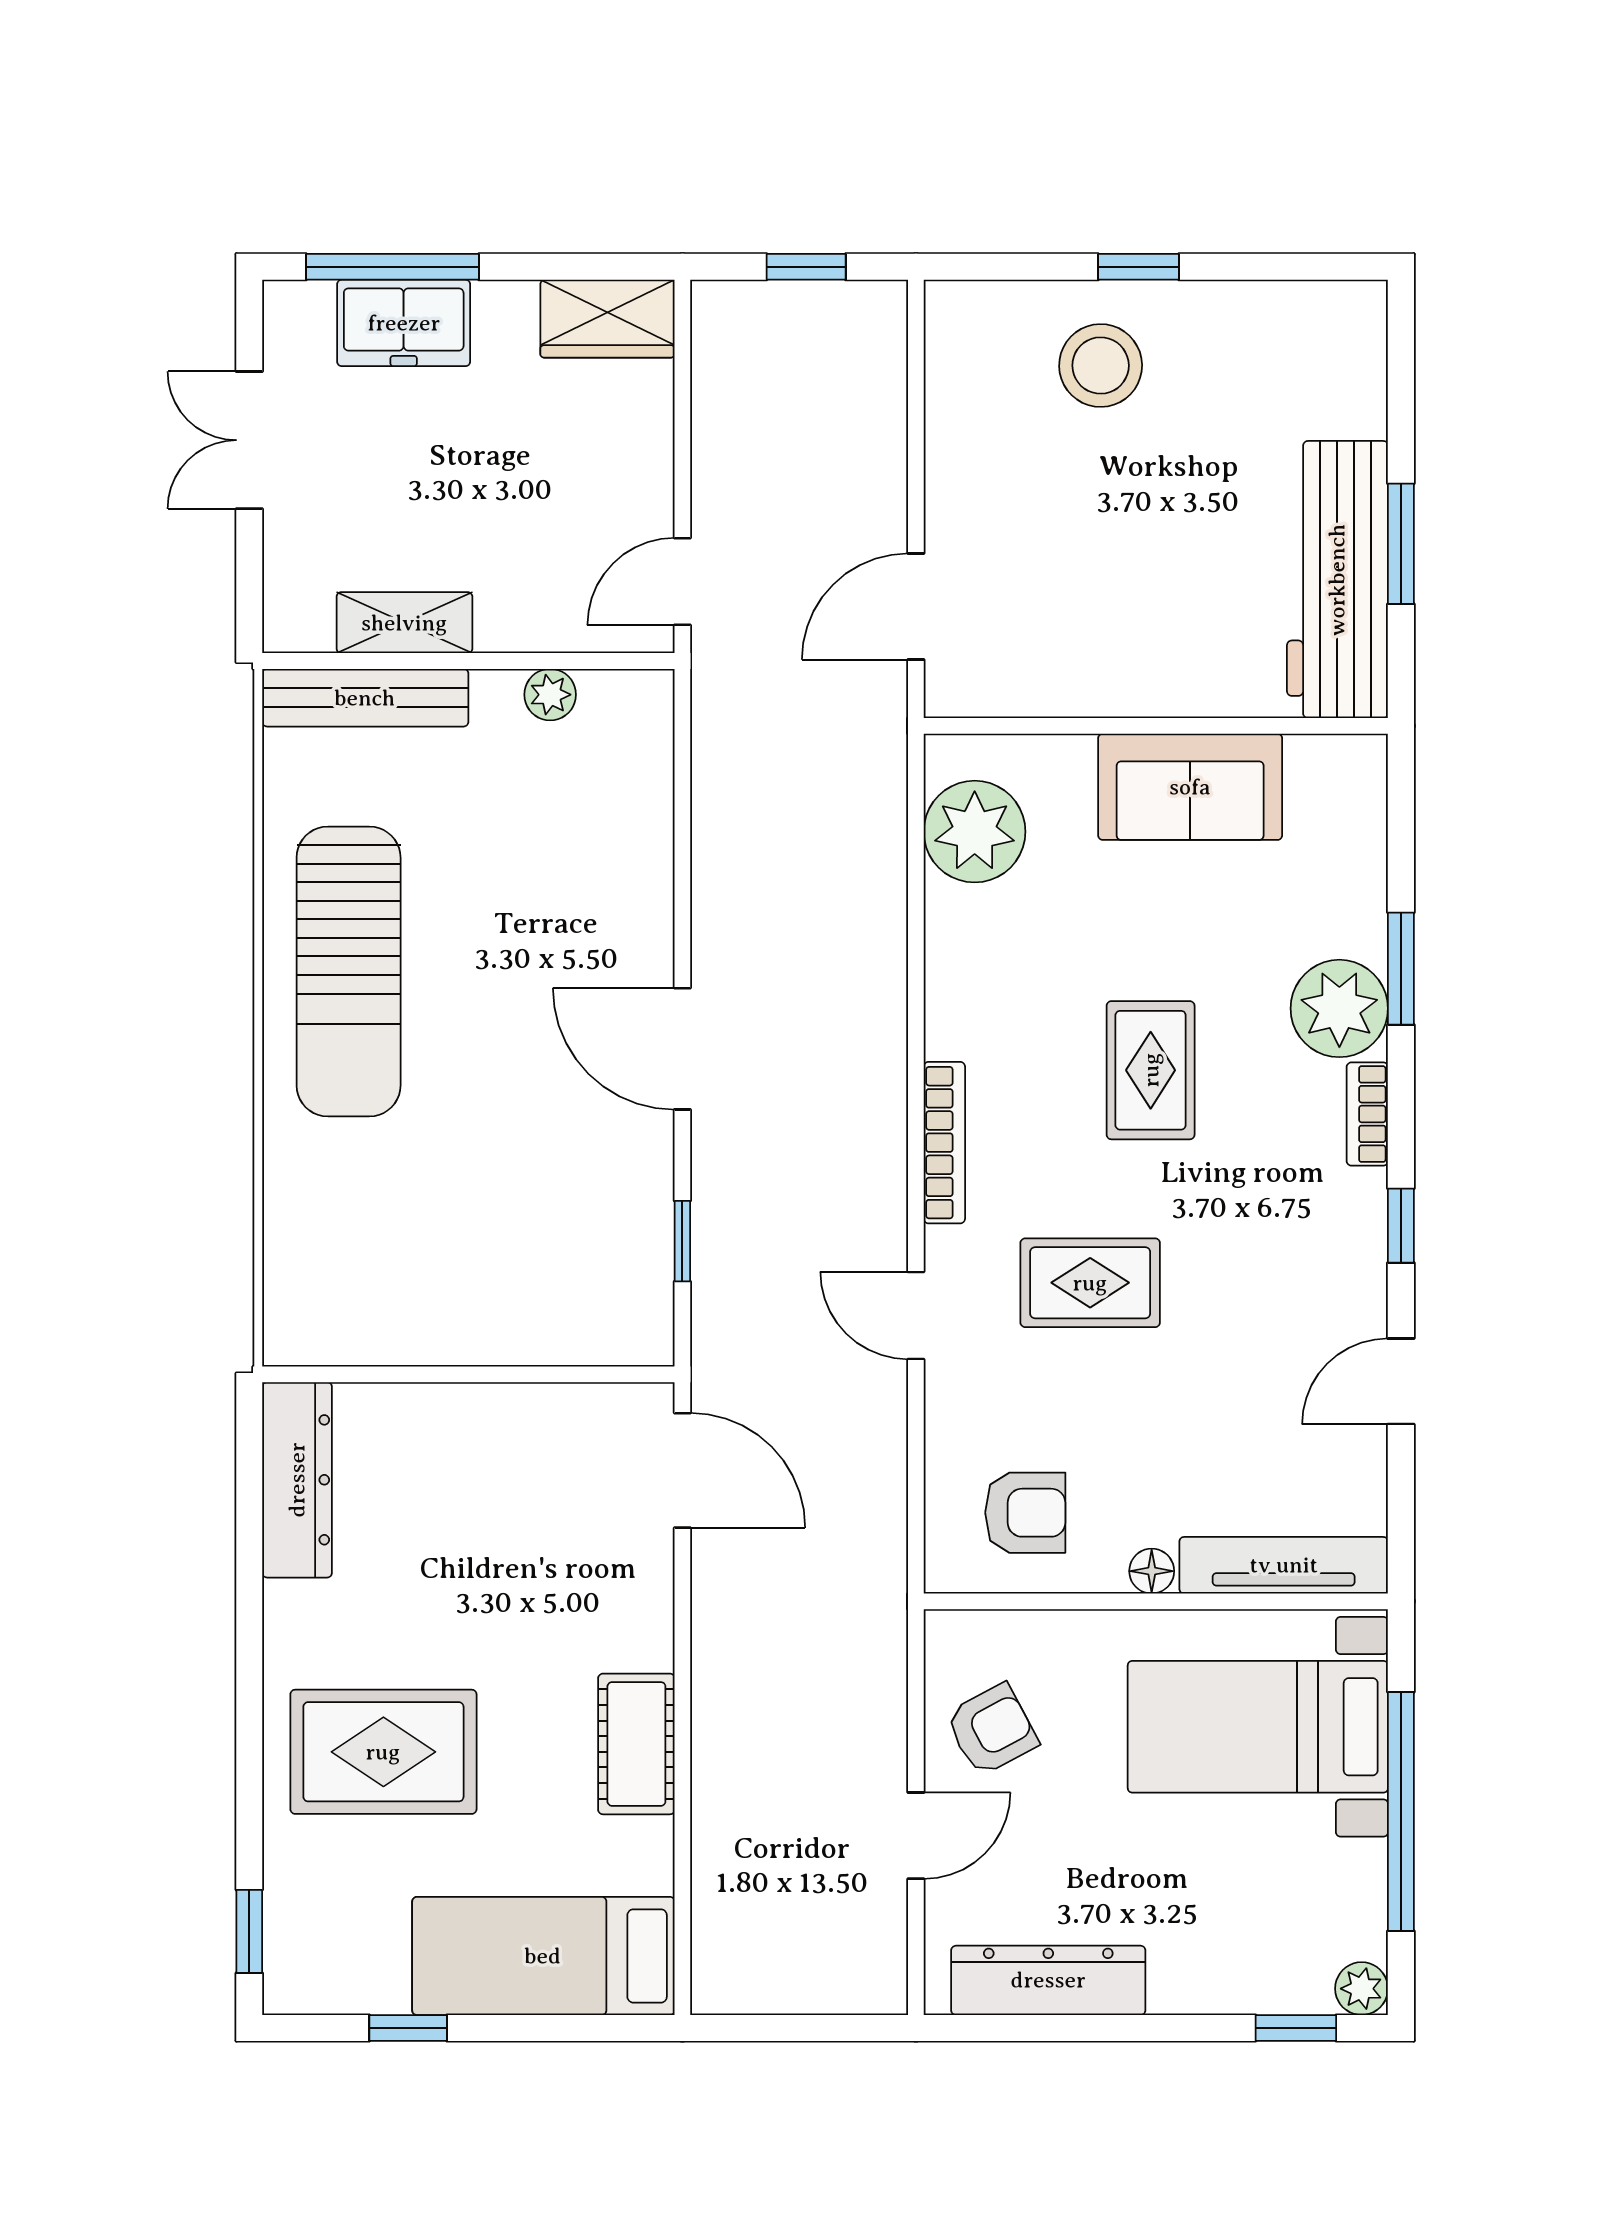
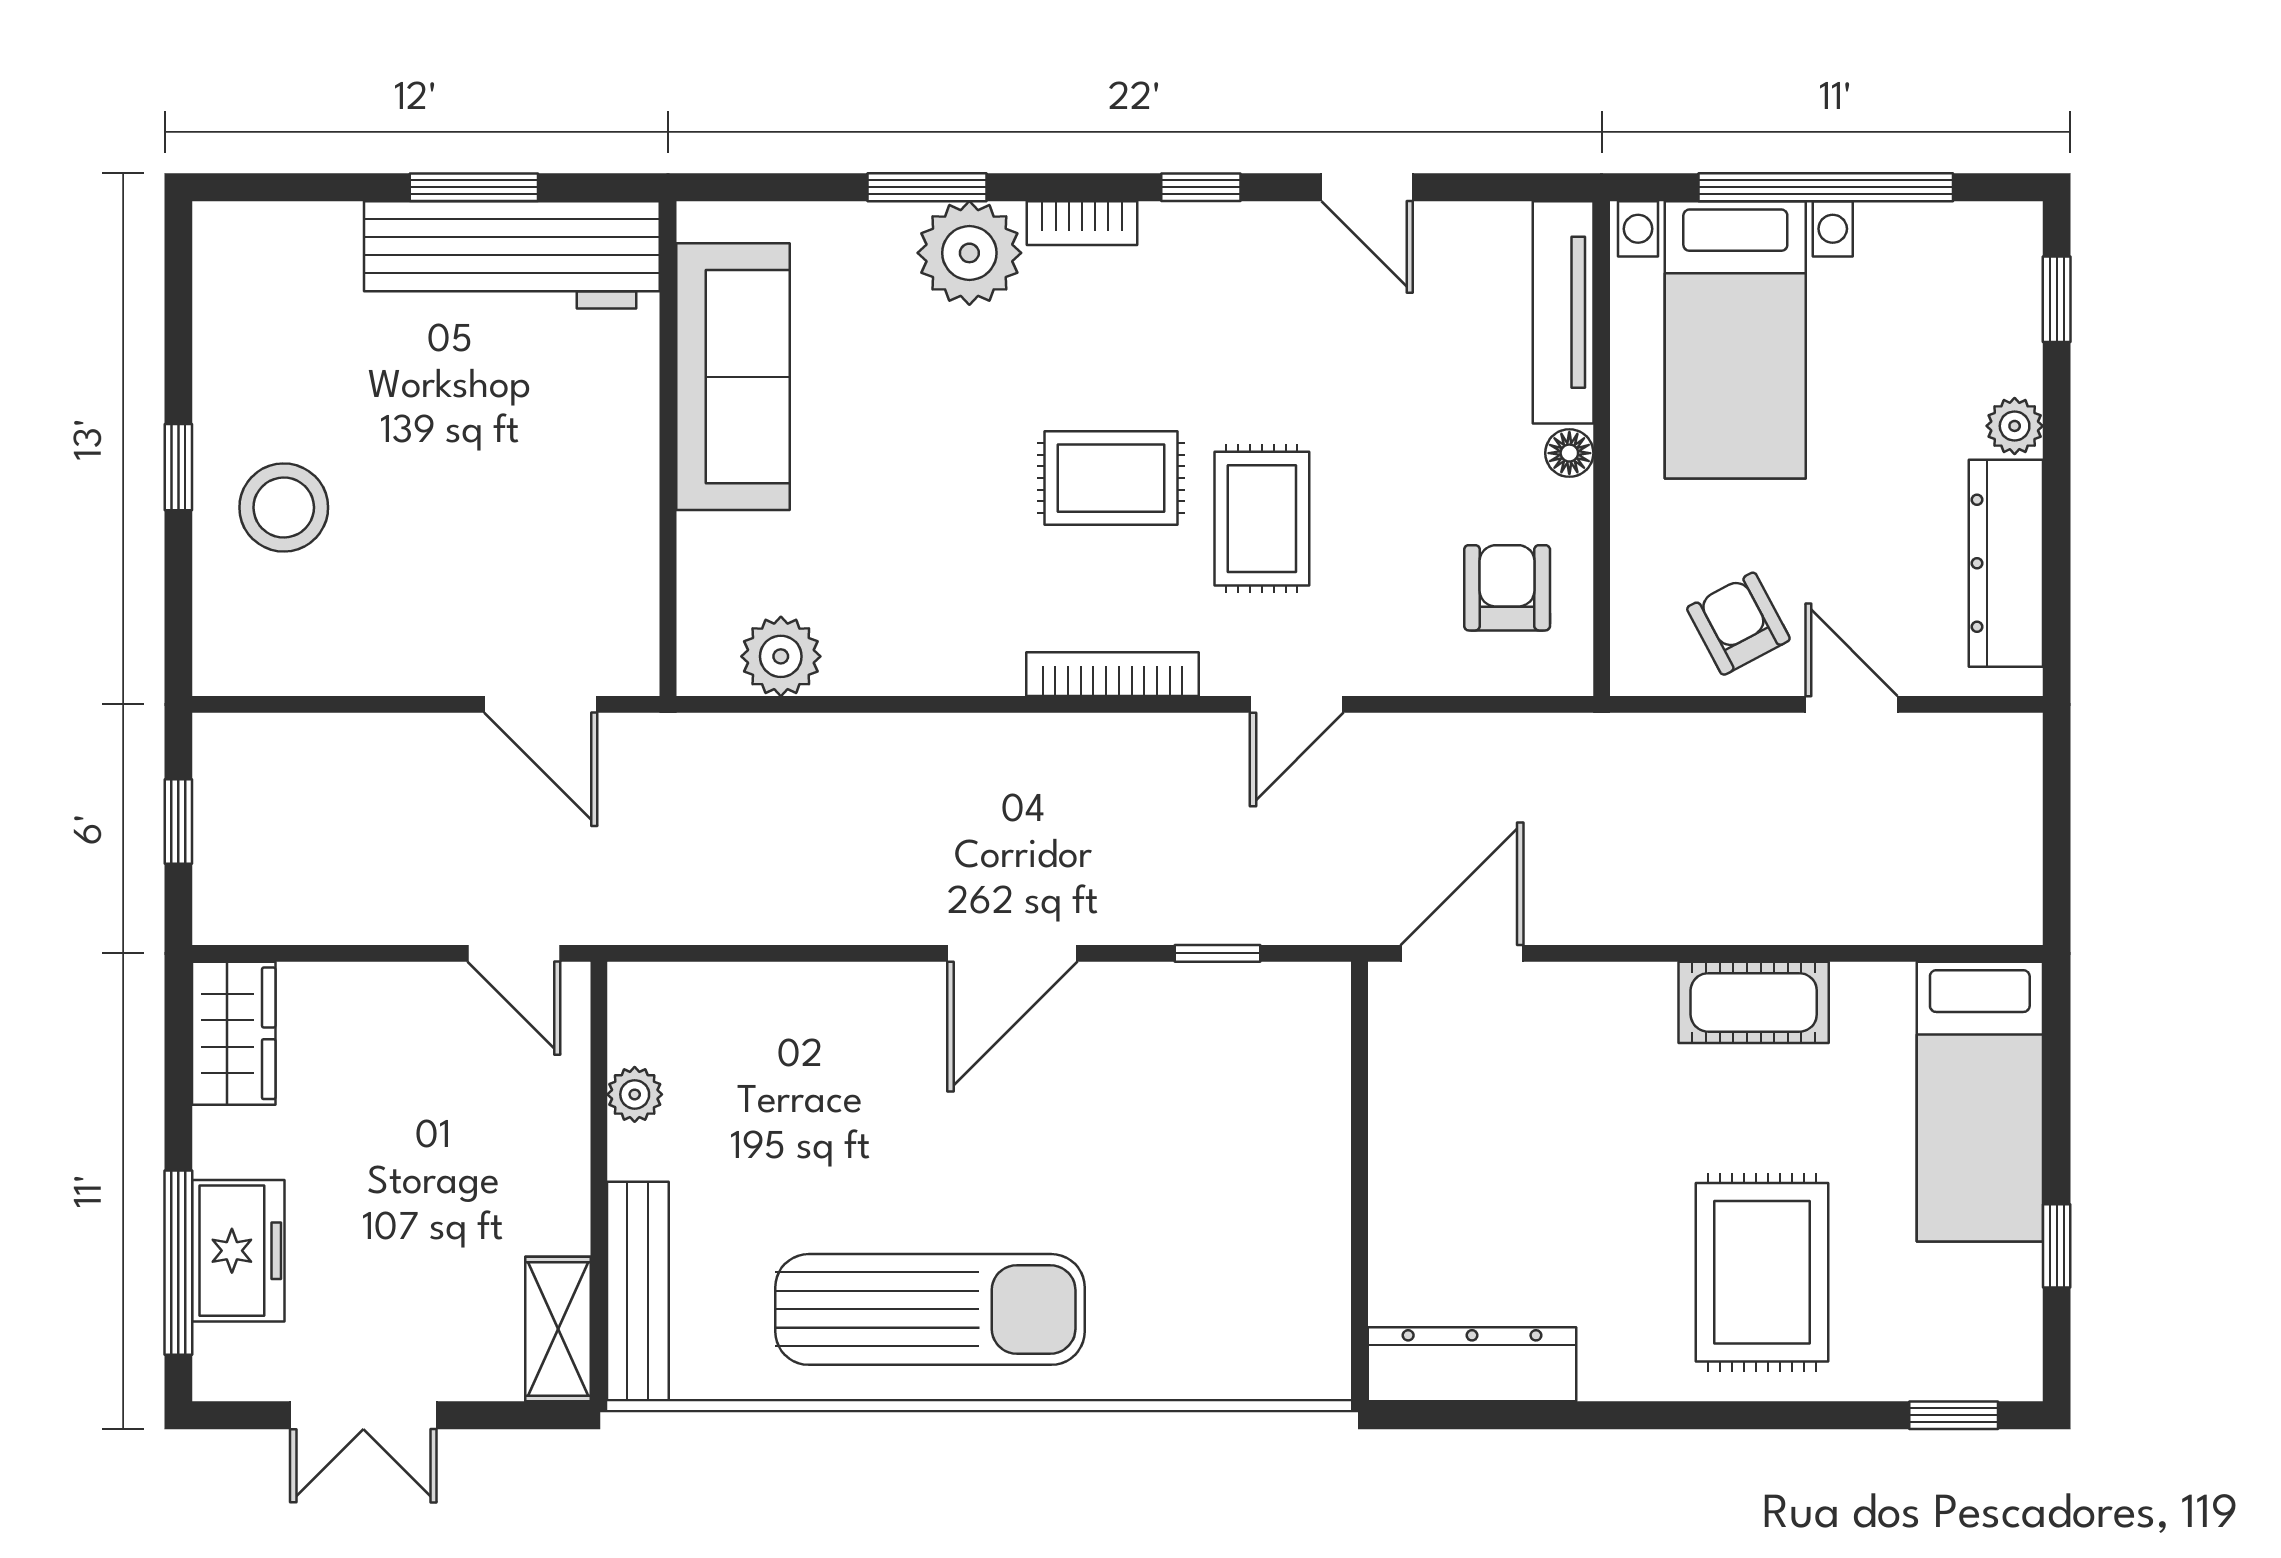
shelving: (404, 623) -> (558, 1329), moved
sofa: (1190, 787) -> (733, 377), width x1.36
plant: (975, 832) -> (781, 656), width x0.73, depth x0.73
rug: (1151, 1070) -> (1111, 478), moved
plant: (1362, 1989) -> (2015, 426), moved

